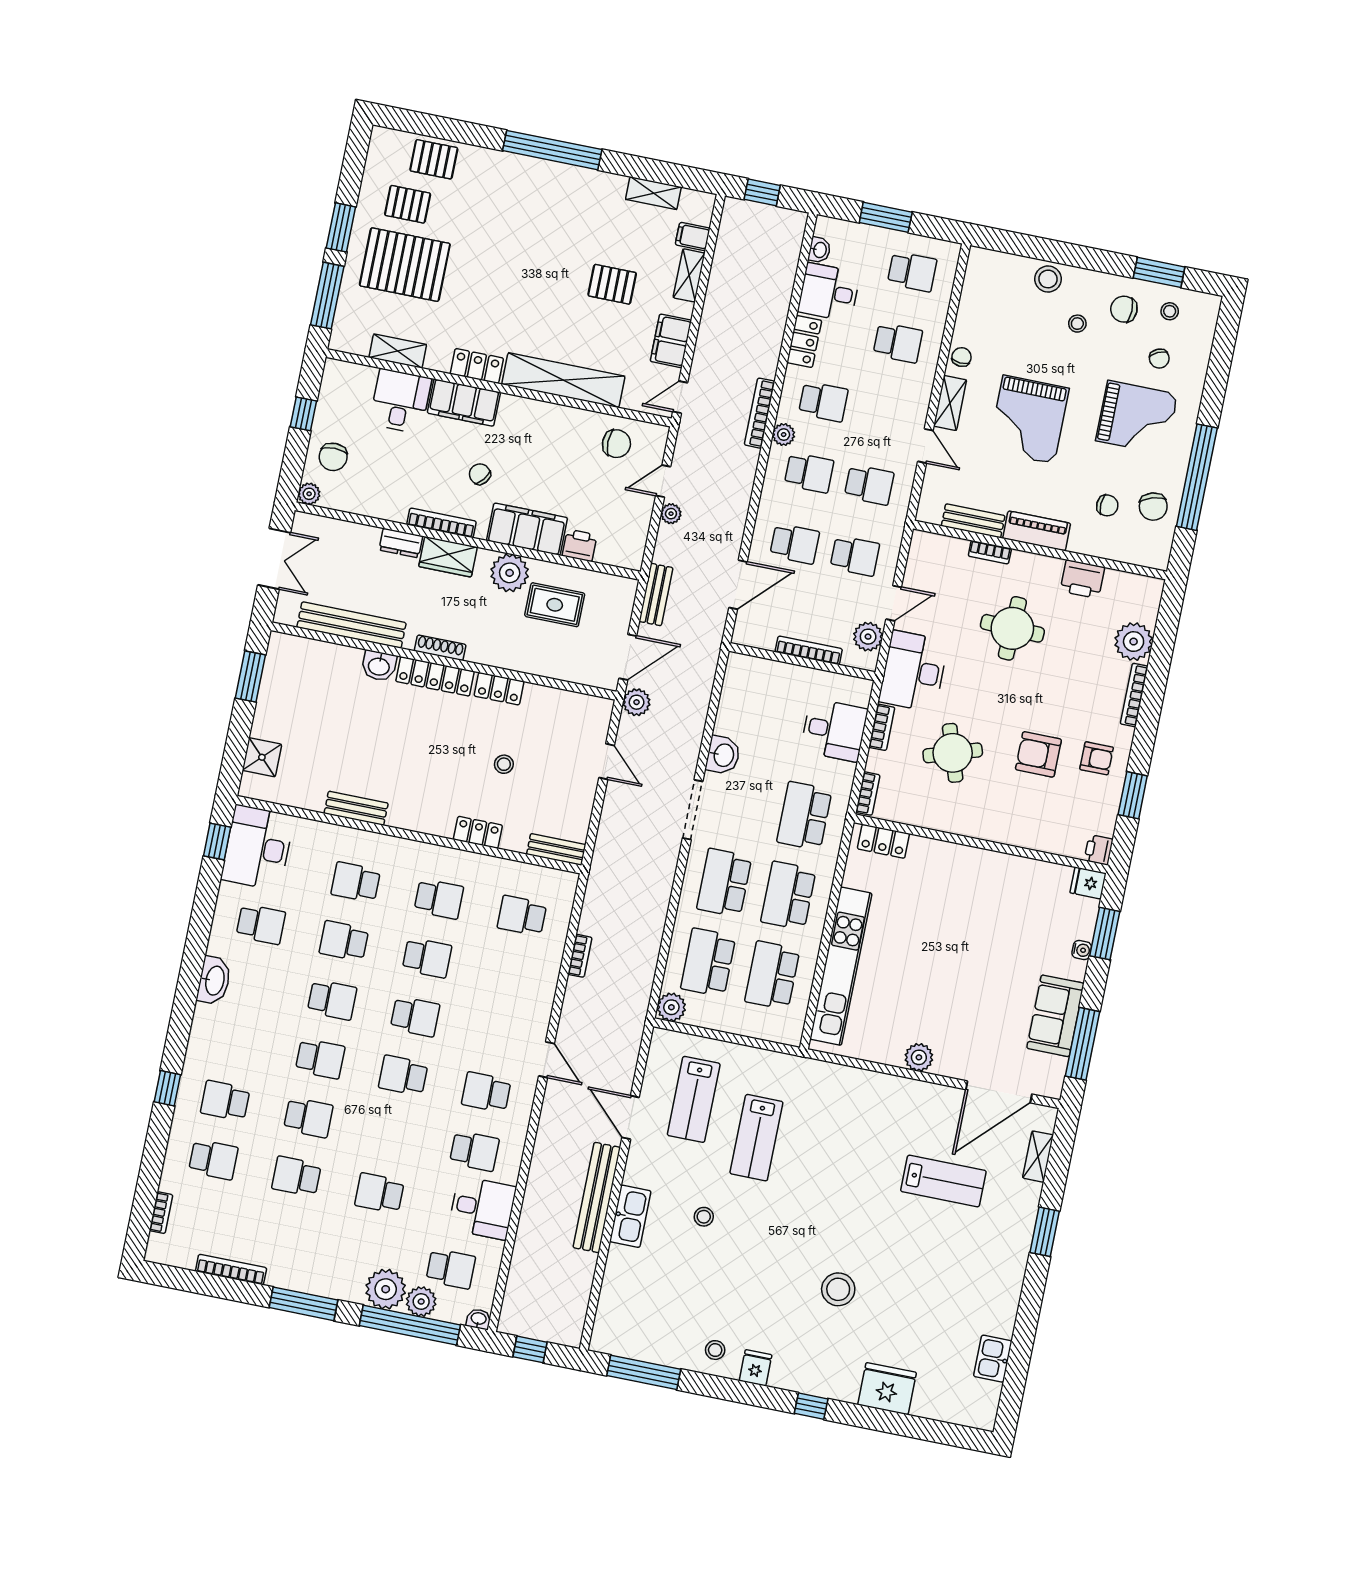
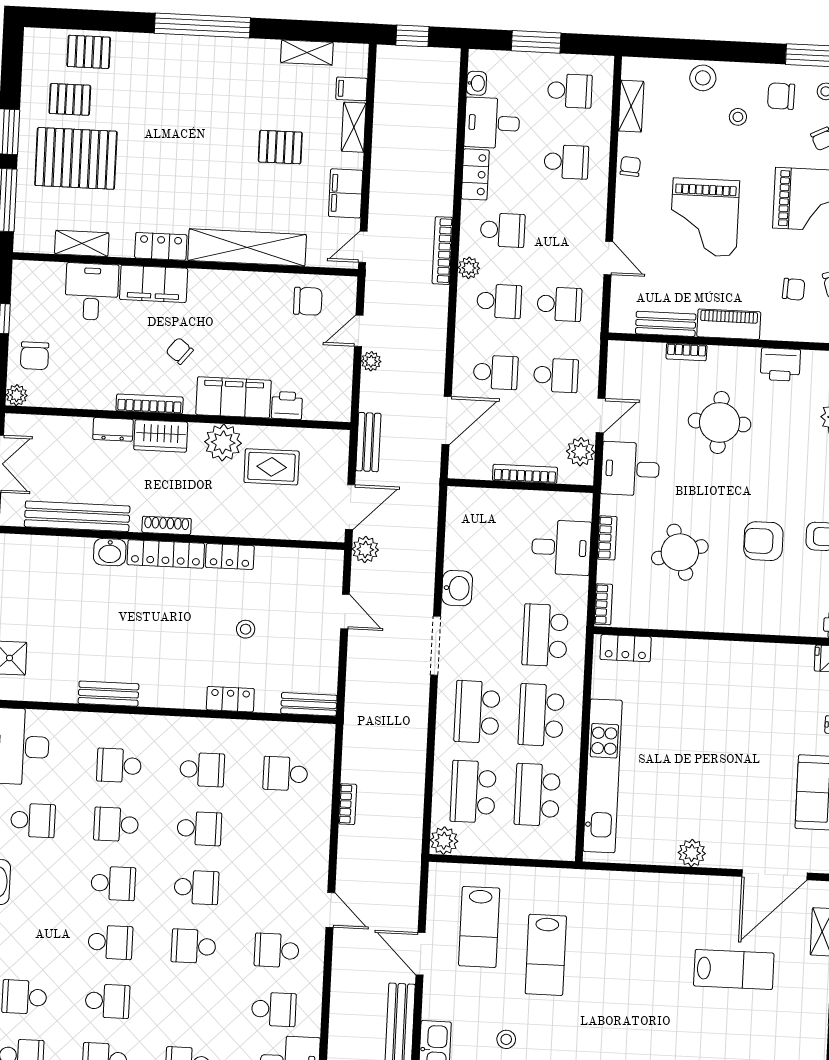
shelving: (950, 403) -> (631, 106), moved
desk: (914, 671) -> (630, 469), width x0.73

